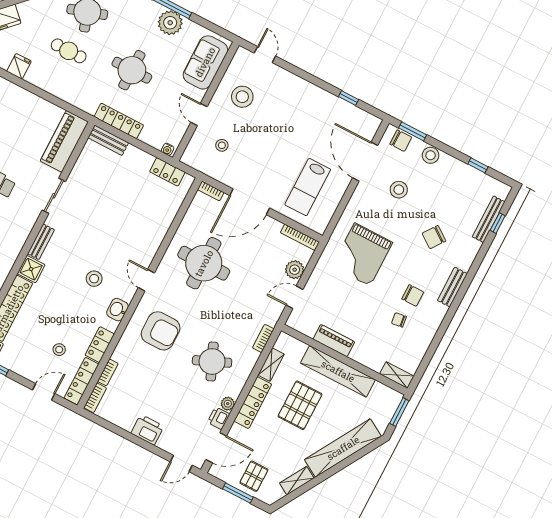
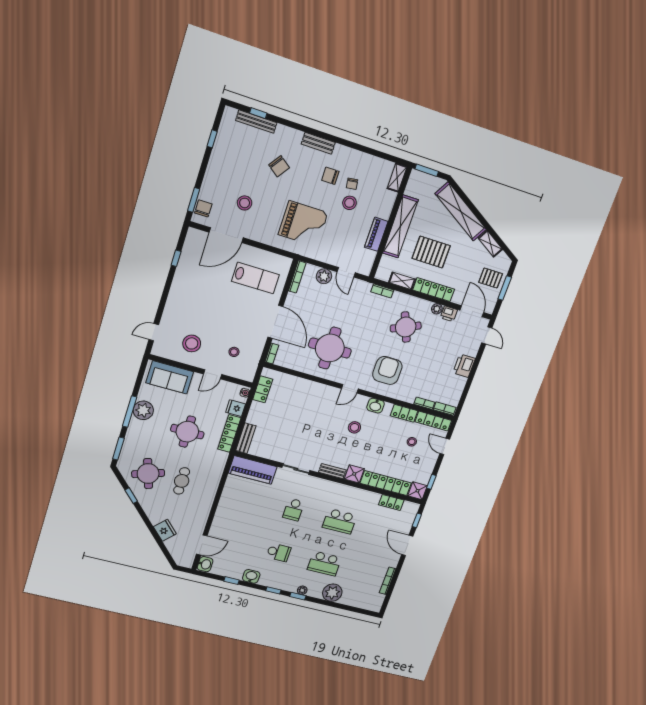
fridge: (19, 66) -> (236, 408), moved
stool: (431, 155) -> (349, 203), moved
chair: (413, 295) -> (330, 176), turned -90

